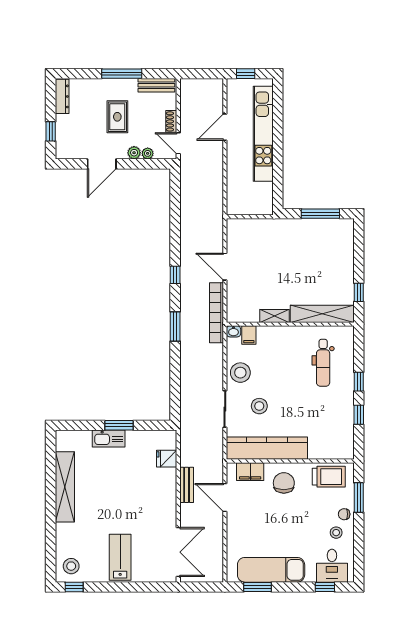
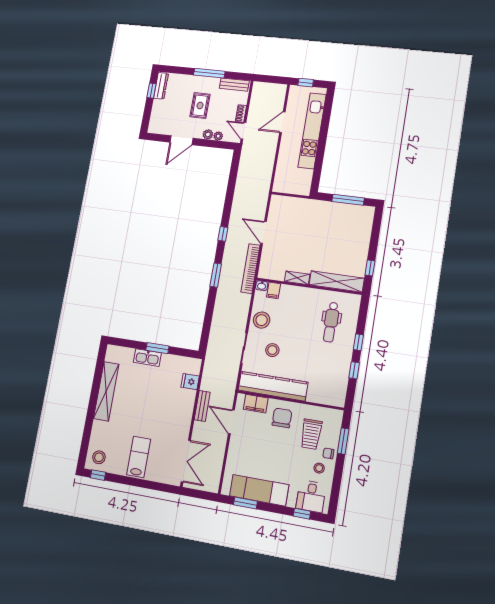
window: (51, 131) -> (151, 91), moved
trolley: (329, 477) -> (311, 434), moved, turned 90

